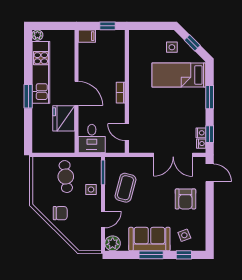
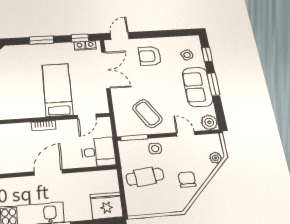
bed: (179, 75) -> (57, 90), moved, turned 180
fridge: (64, 118) -> (107, 206), moved, turned 180
coffee table: (125, 188) -> (147, 114), turned 42
armchair: (185, 199) -> (150, 56), turned 180
plant: (78, 242) -> (216, 158), added

